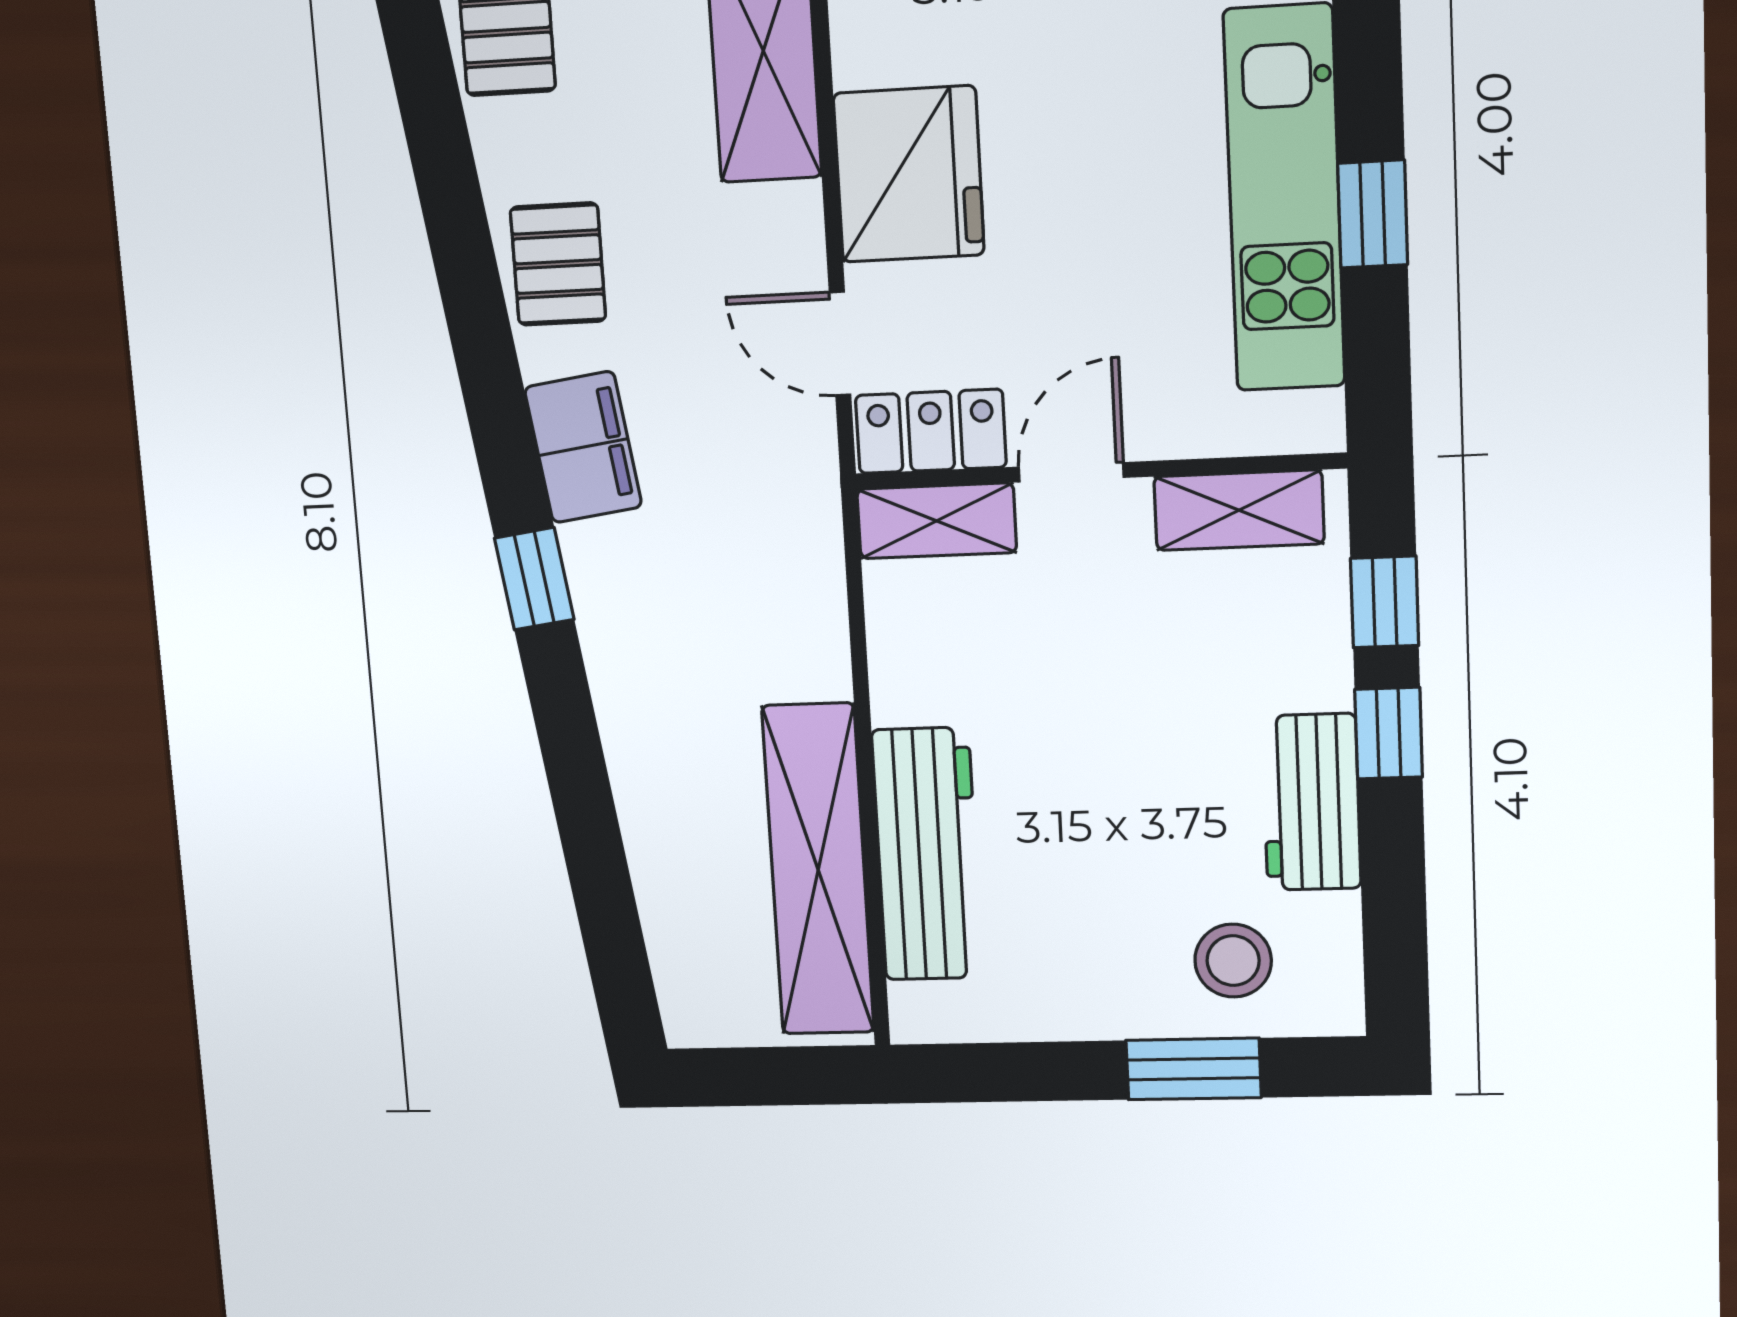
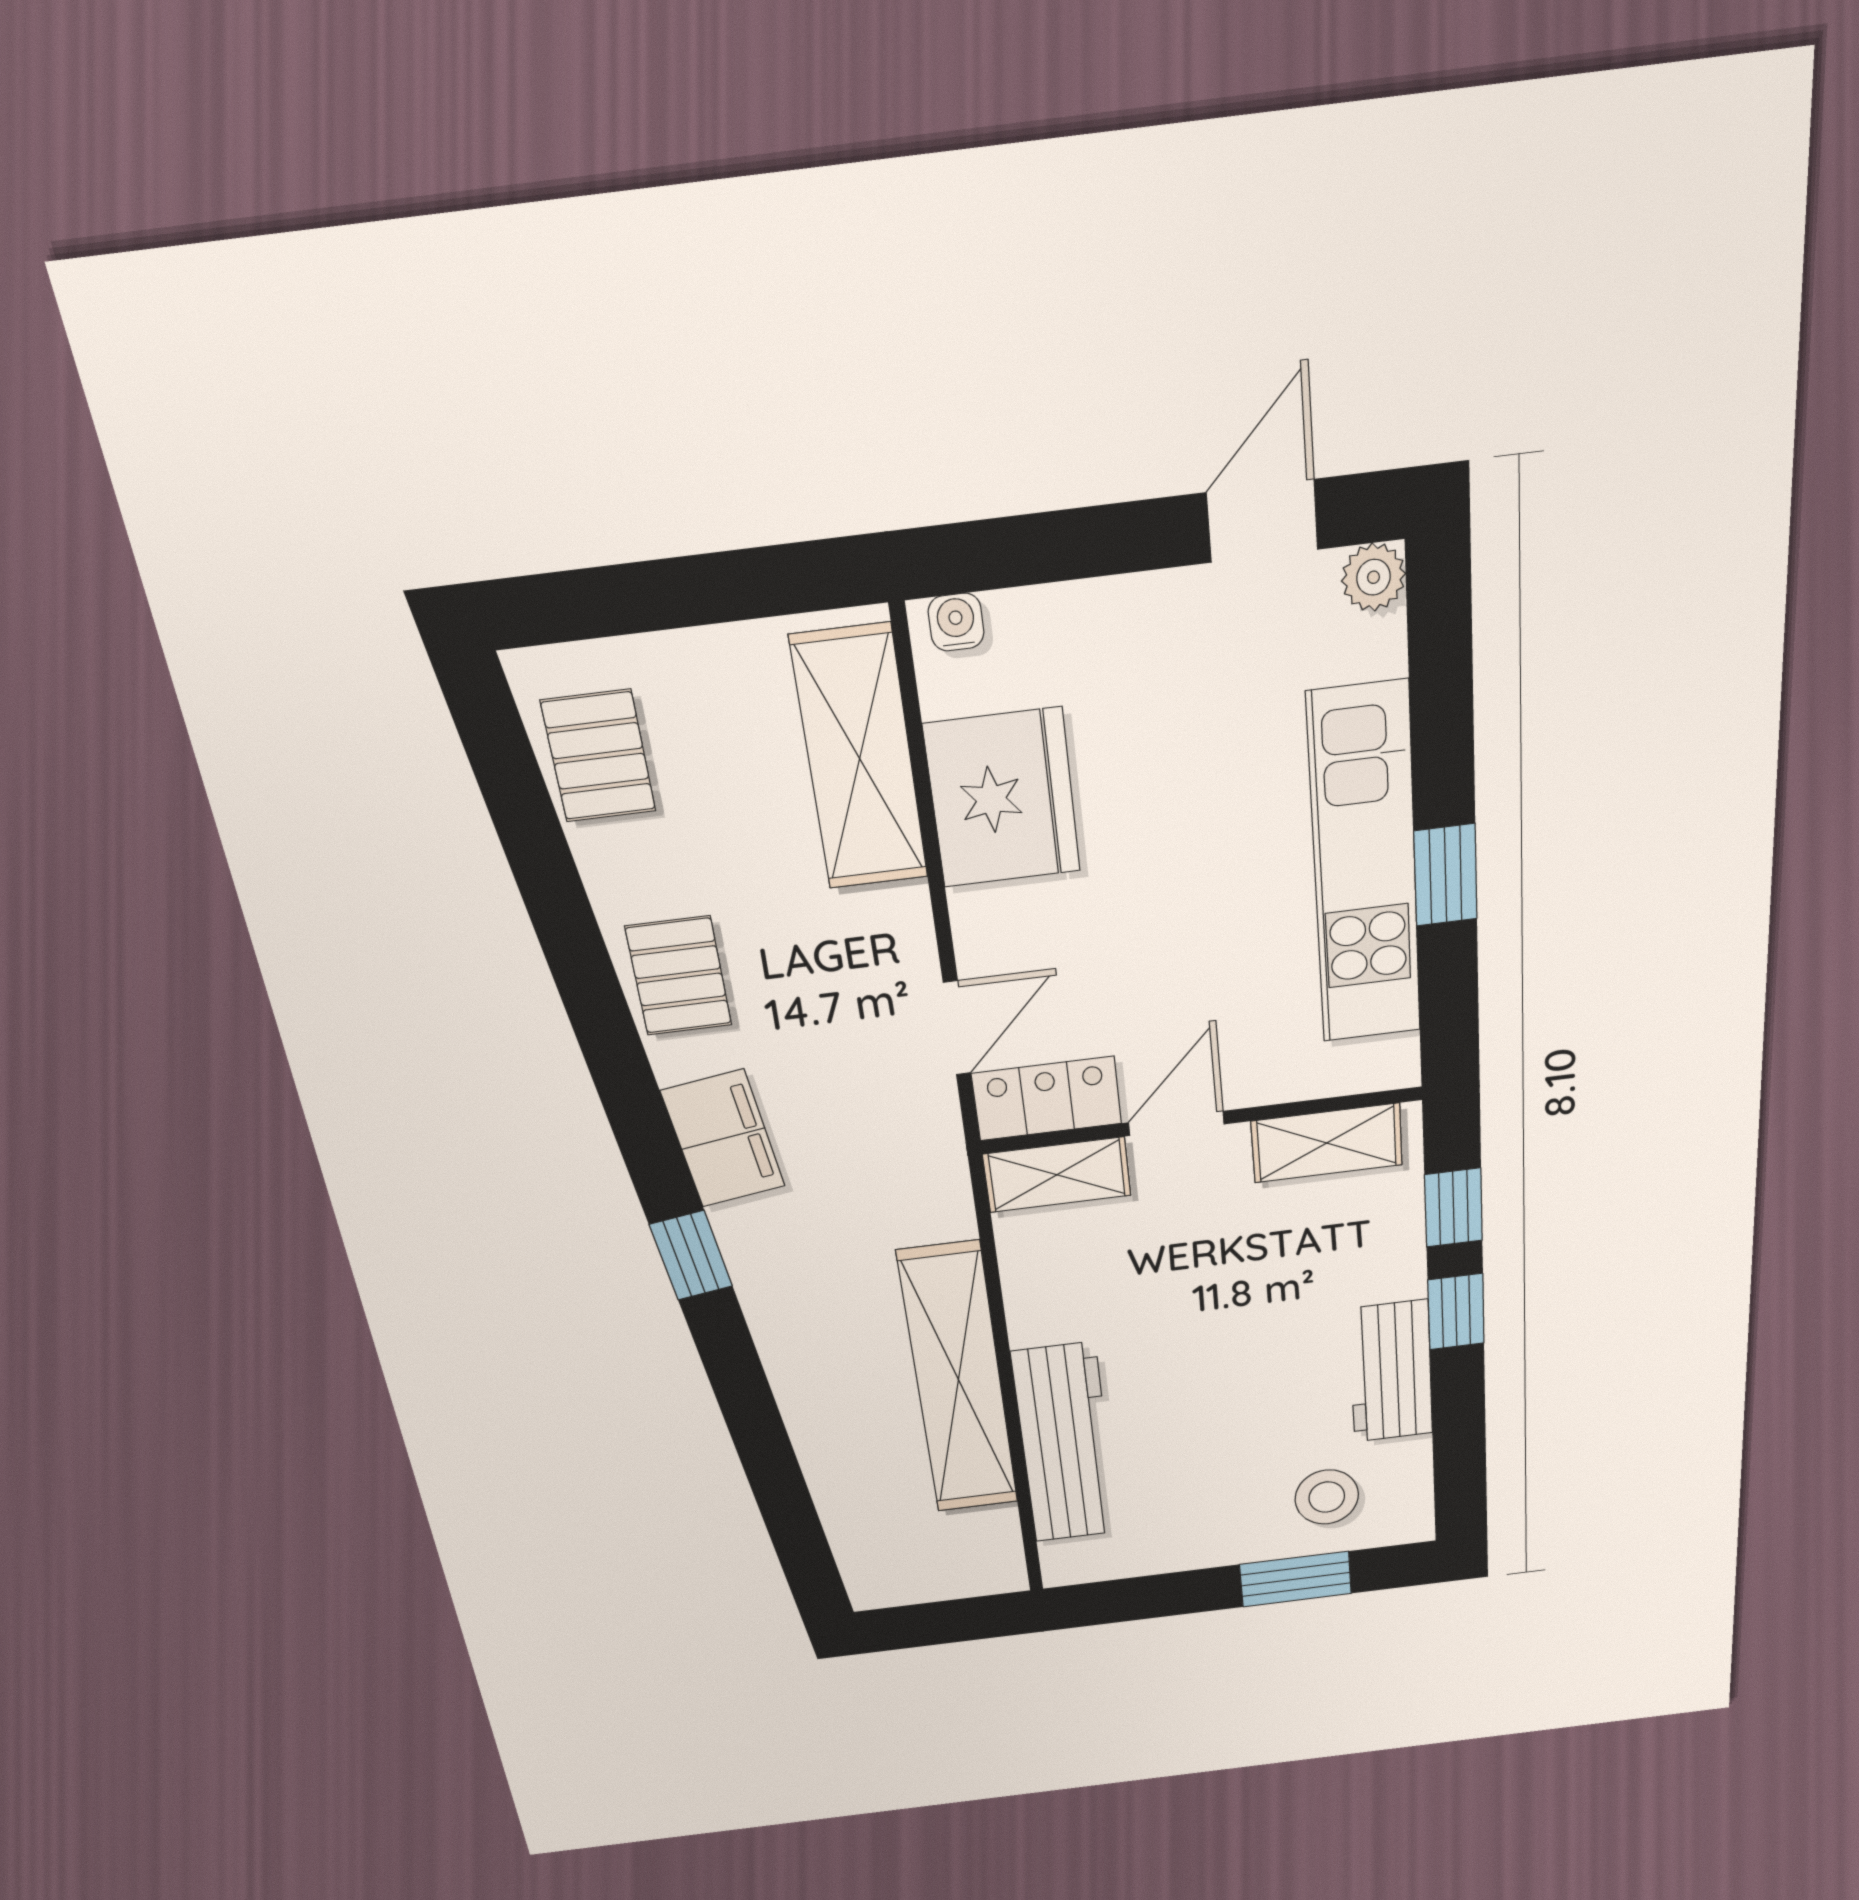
fridge: (909, 174) -> (1002, 798), moved
door: (840, 344) -> (957, 1028), swing flipped
shelving: (818, 870) -> (958, 1380), moved

